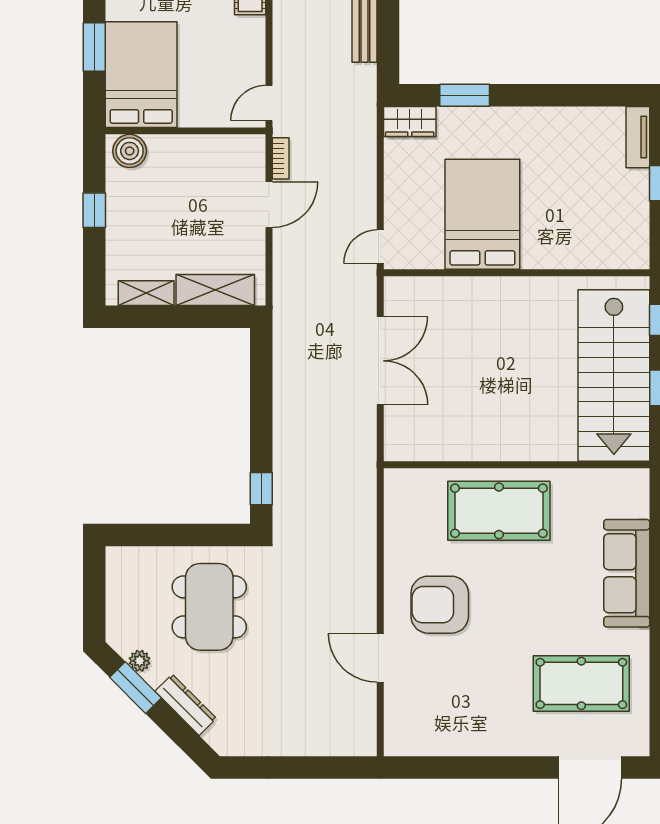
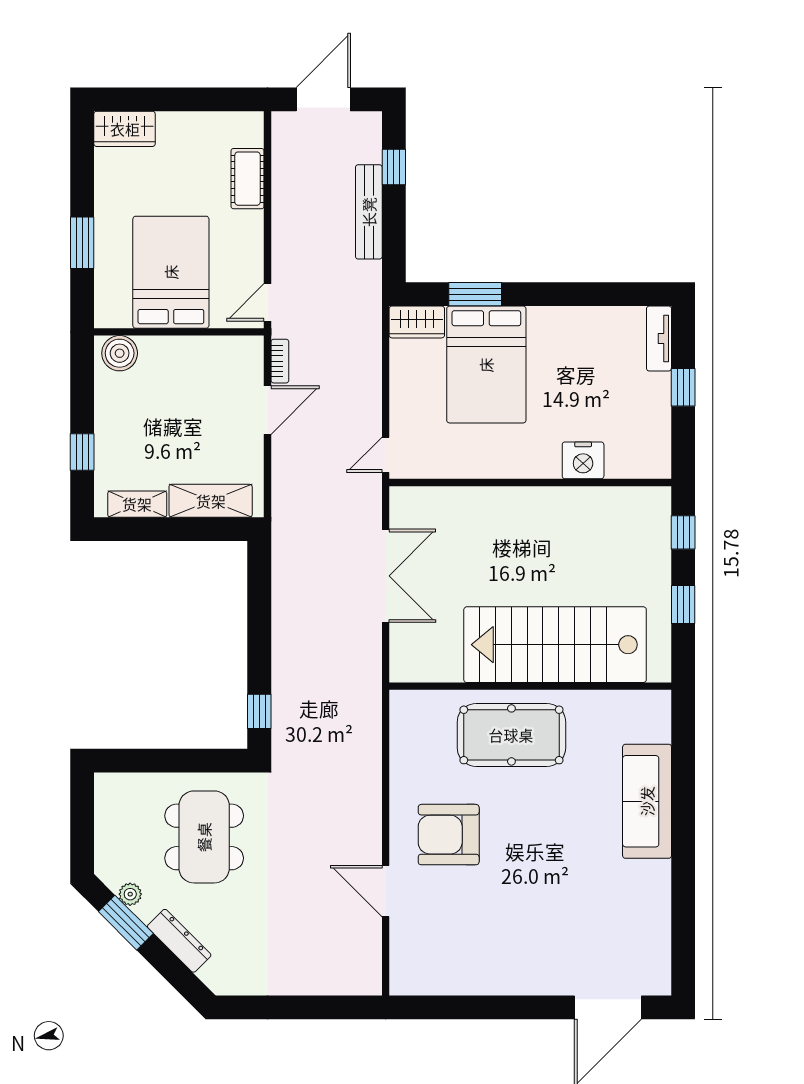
bed: (141, 75) -> (171, 272), moved
window: (94, 210) -> (82, 452), moved
bed: (482, 214) -> (486, 365), moved, turned 180
nightstand: (566, 252) -> (583, 460), added
stairs: (614, 376) -> (555, 645), moved, turned 90
pool table: (581, 683) -> (599, 918), removed

